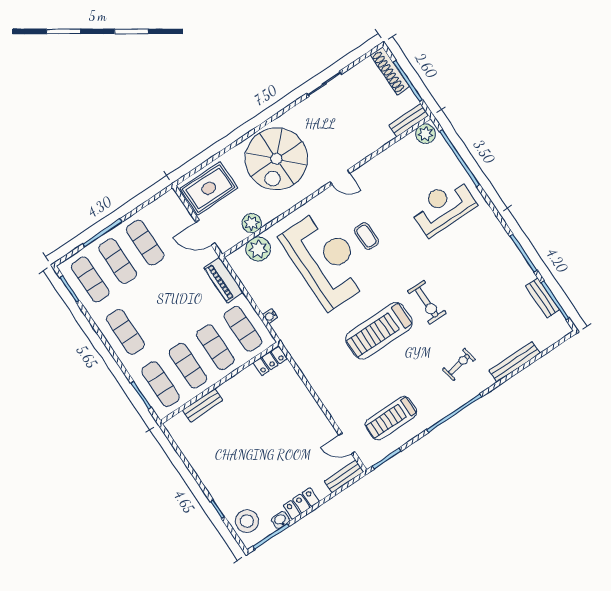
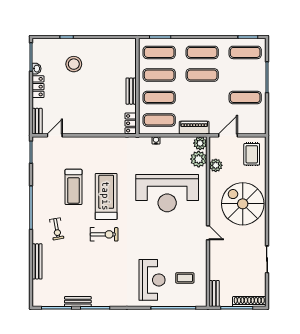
plant: (426, 134) -> (200, 143), moved
door: (340, 177) -> (208, 233), swing flipped
rug: (209, 188) -> (252, 154), width x0.73, depth x0.70
coffee table: (366, 236) -> (185, 278), moved
exercise mat: (118, 261) -> (202, 75), moved
bench: (542, 298) -> (78, 302), moved
exercise bike: (427, 302) -> (104, 234), turned 180
bench: (203, 405) -> (131, 91), moved
treadmill: (391, 418) -> (74, 187), moved, turned 180
stool: (247, 521) -> (74, 64), moved

